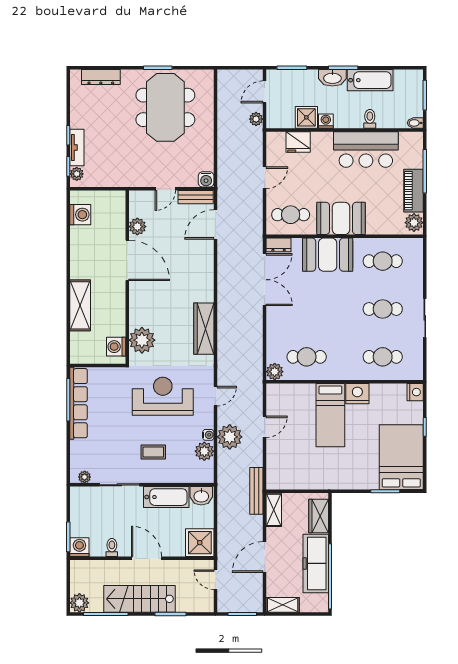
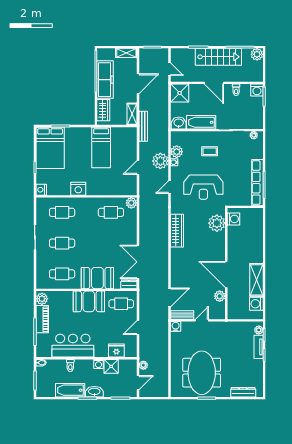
shelving: (80, 305) -> (256, 280), moved
bed: (330, 415) -> (101, 147), moved, turned 180

